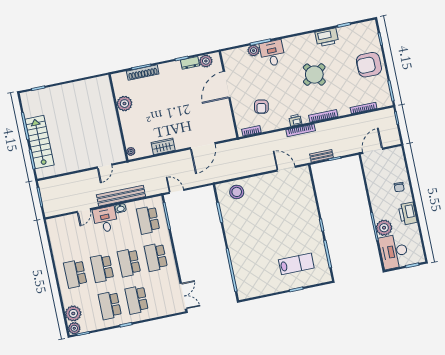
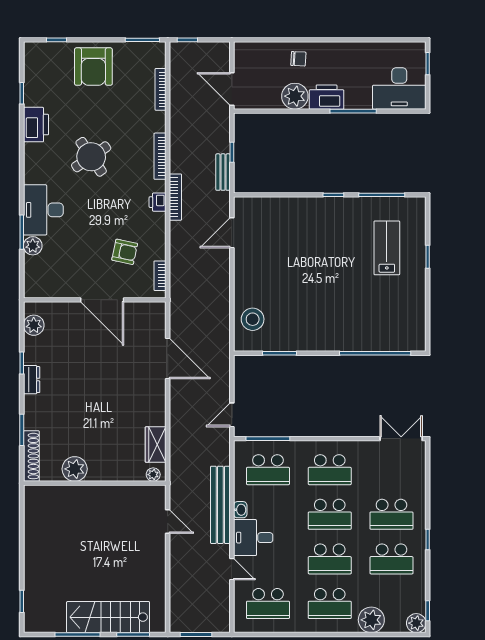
desk: (272, 53) -> (43, 210), width x1.37
dresser: (190, 63) -> (32, 380), moved
shoe rack: (143, 73) -> (31, 456), moved
door: (227, 85) -> (102, 300), moved
wardrobe: (163, 146) -> (156, 445), moved
printer: (408, 214) -> (327, 97), moved, turned 180
plant: (384, 228) -> (295, 96), moved
school desk: (68, 237) -> (268, 604), added
plant: (73, 313) -> (371, 620), moved

